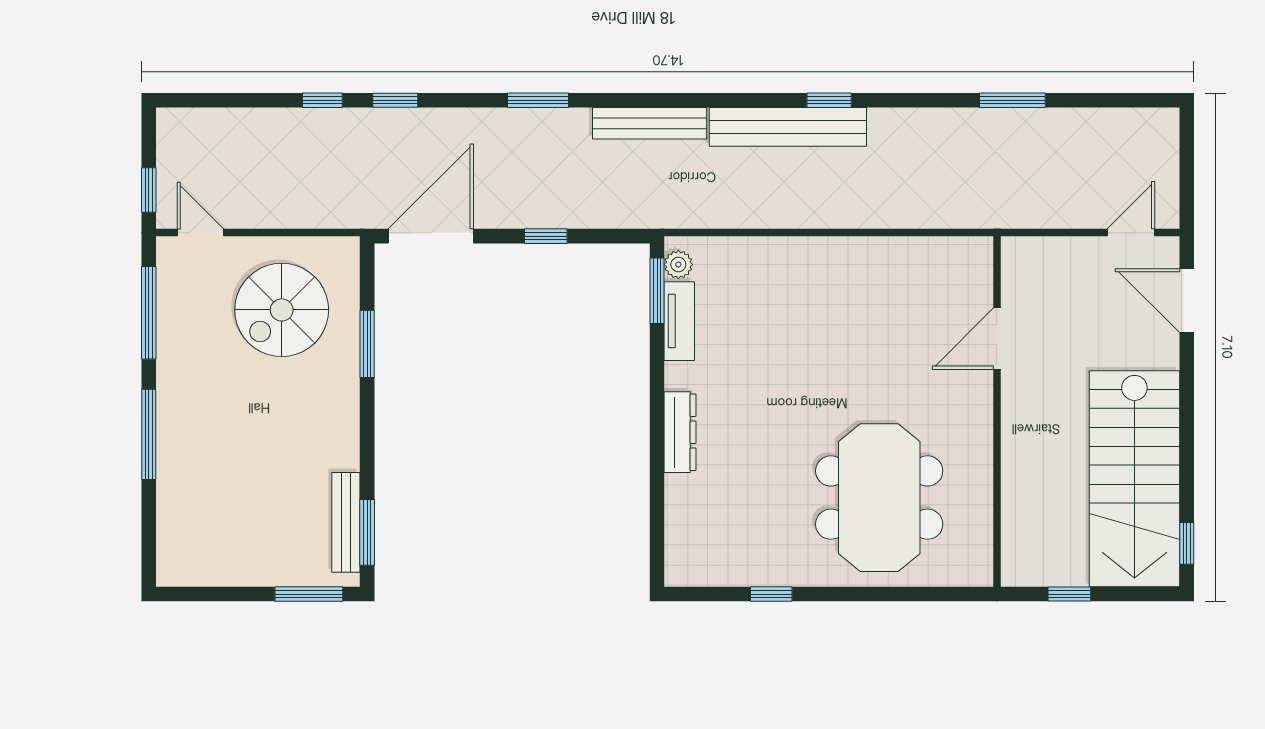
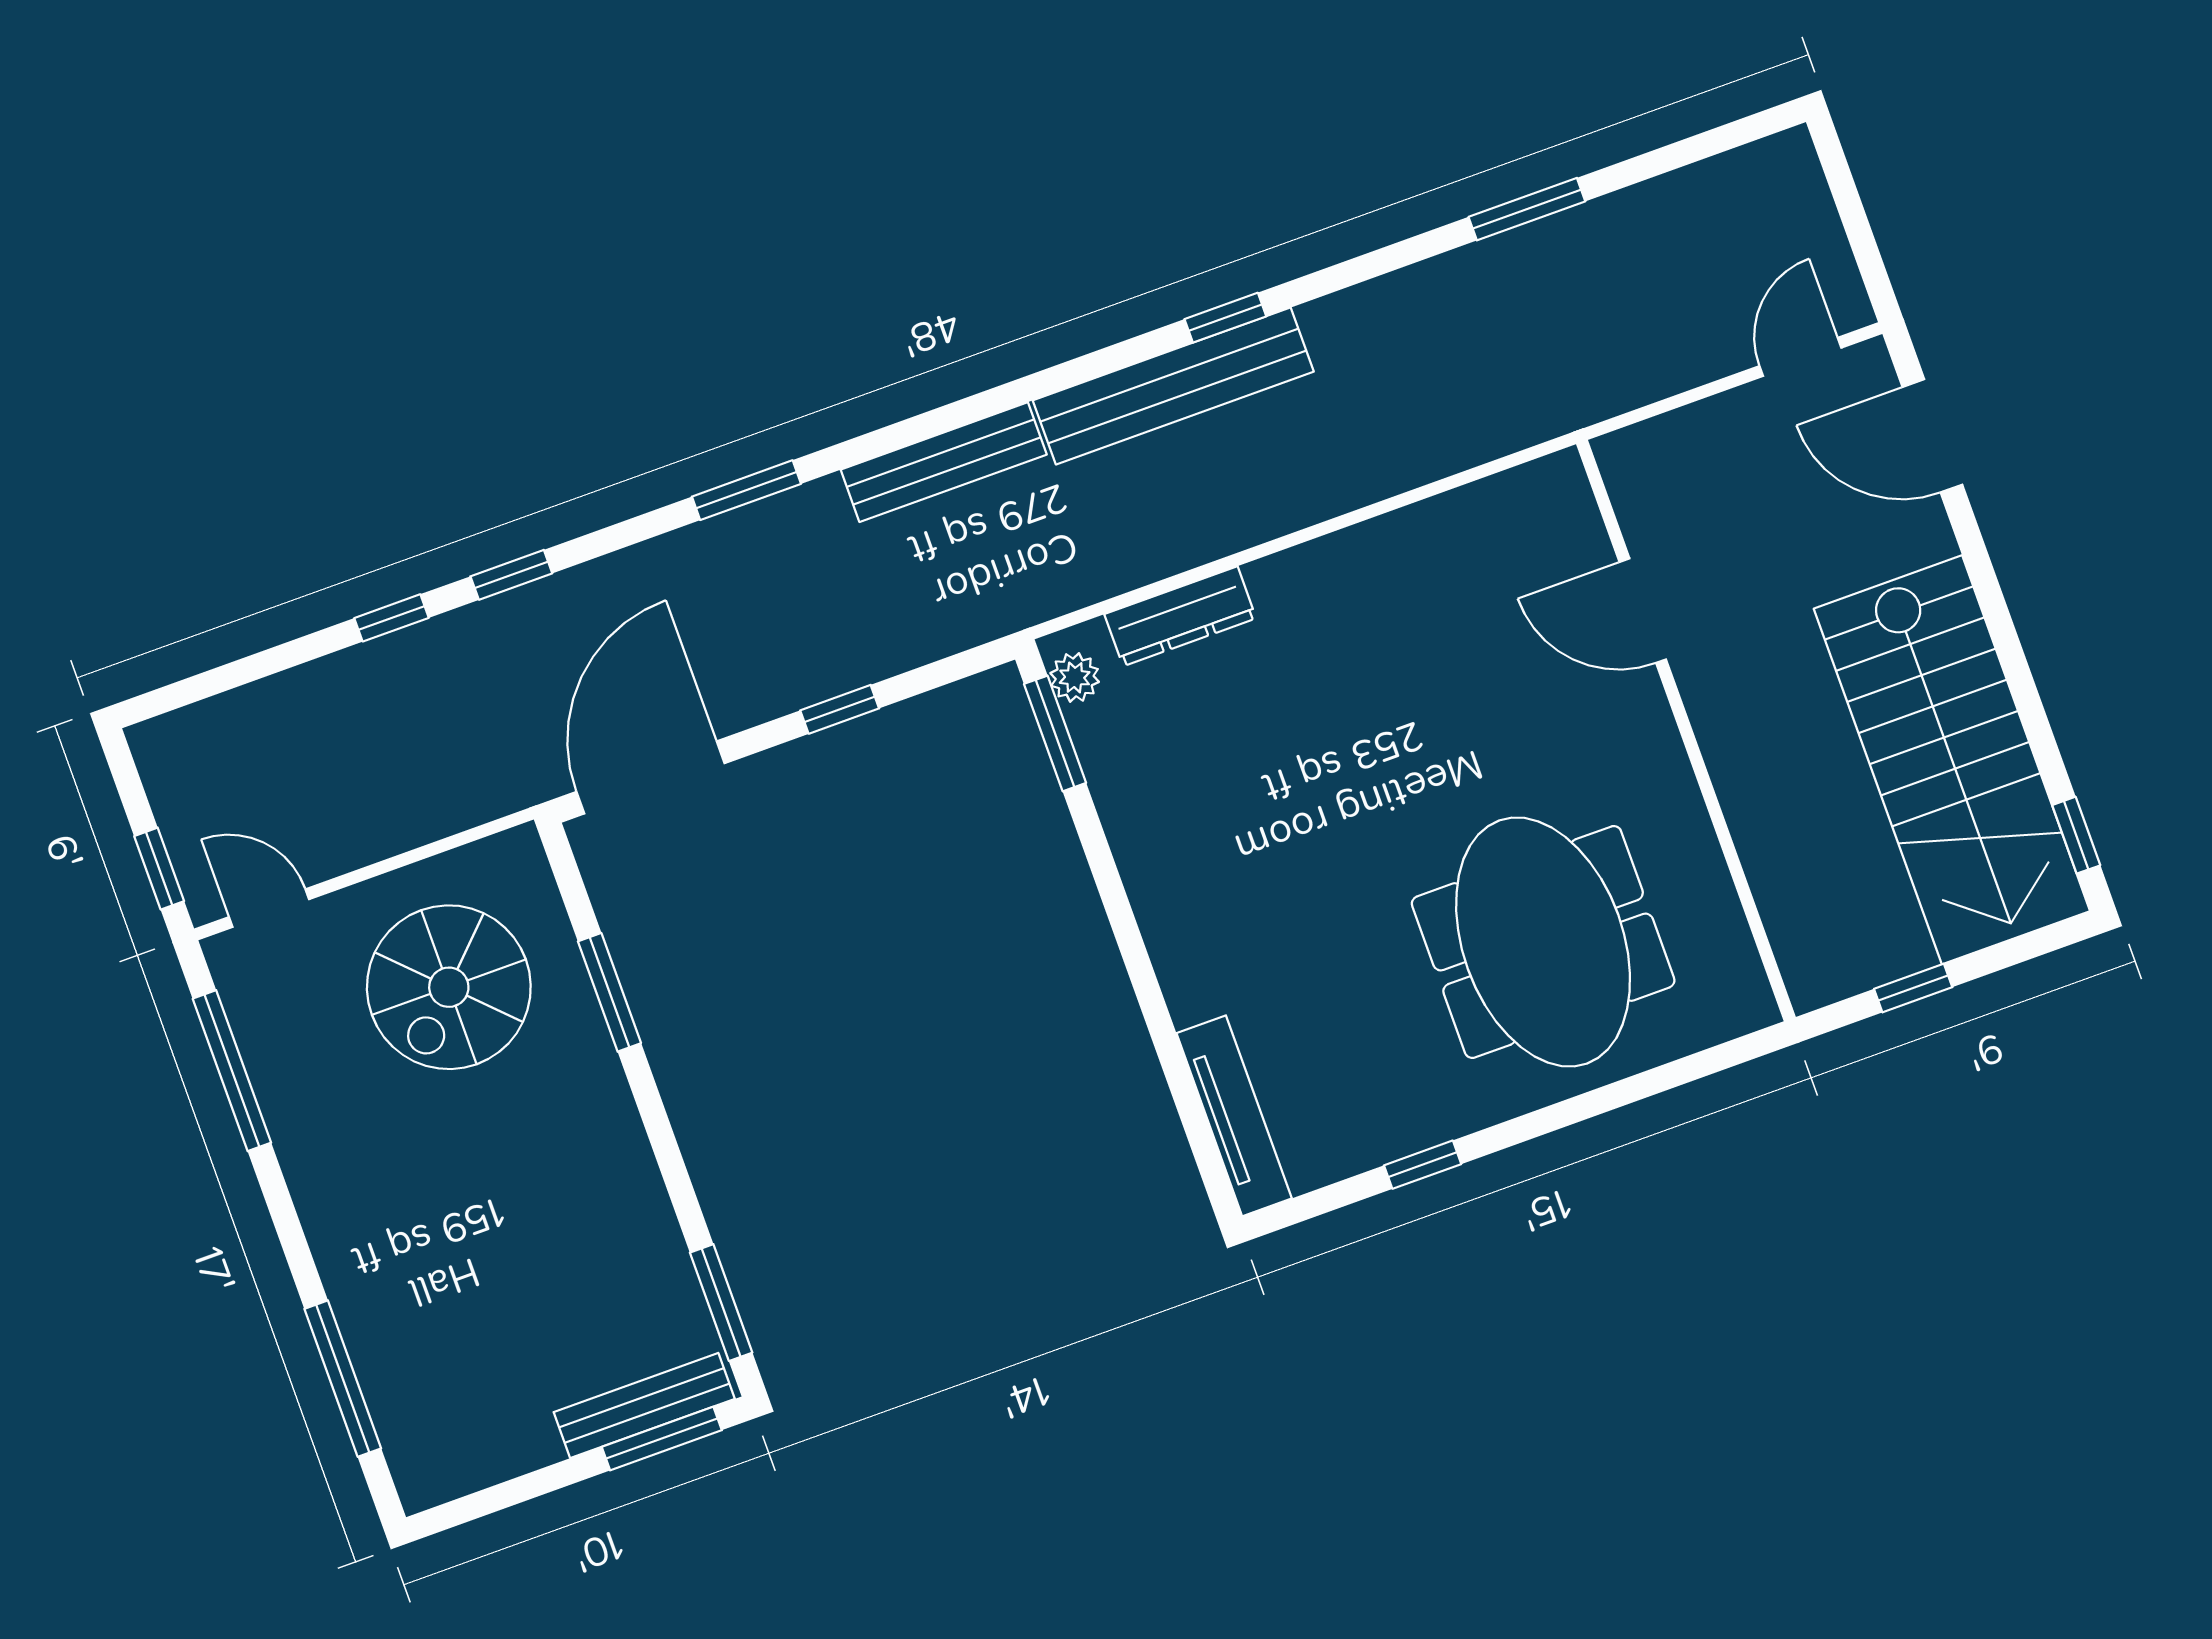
tv unit: (679, 321) -> (1234, 1116), moved, width x1.41
door: (997, 339) -> (1643, 611), hinge flipped
dresser: (680, 432) -> (1180, 616), moved, turned 90
window: (149, 434) -> (343, 1379), moved
bench: (346, 522) -> (644, 1406), moved, turned 90

